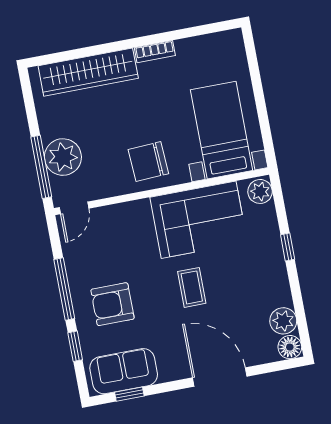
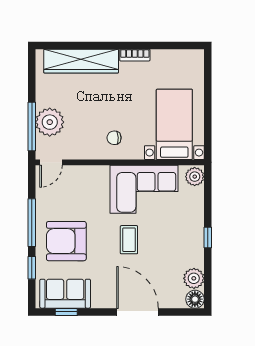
chair: (148, 162) -> (114, 138), width x0.54, depth x0.54
window: (288, 247) -> (208, 238), moved
armchair: (112, 304) -> (66, 241), width x1.36, depth x1.36

